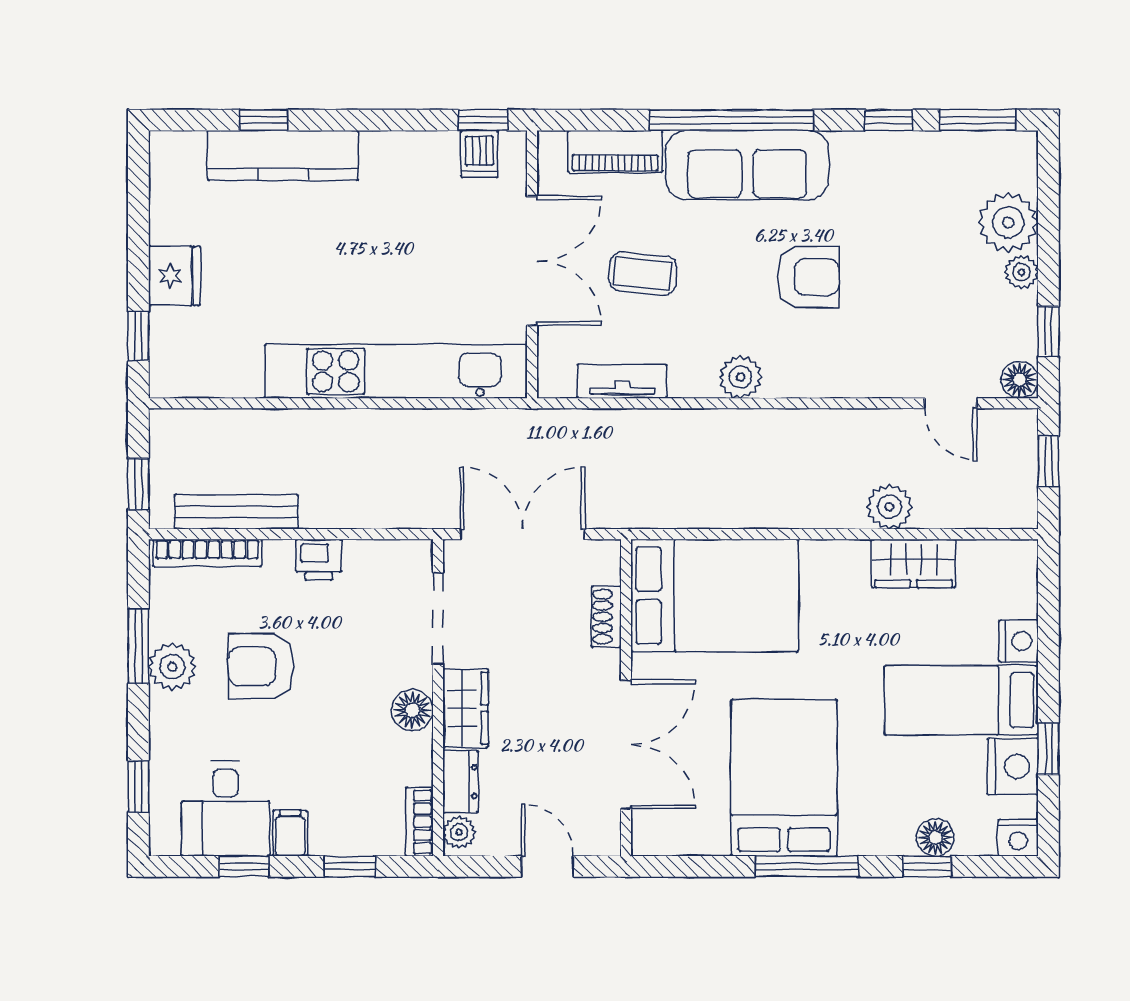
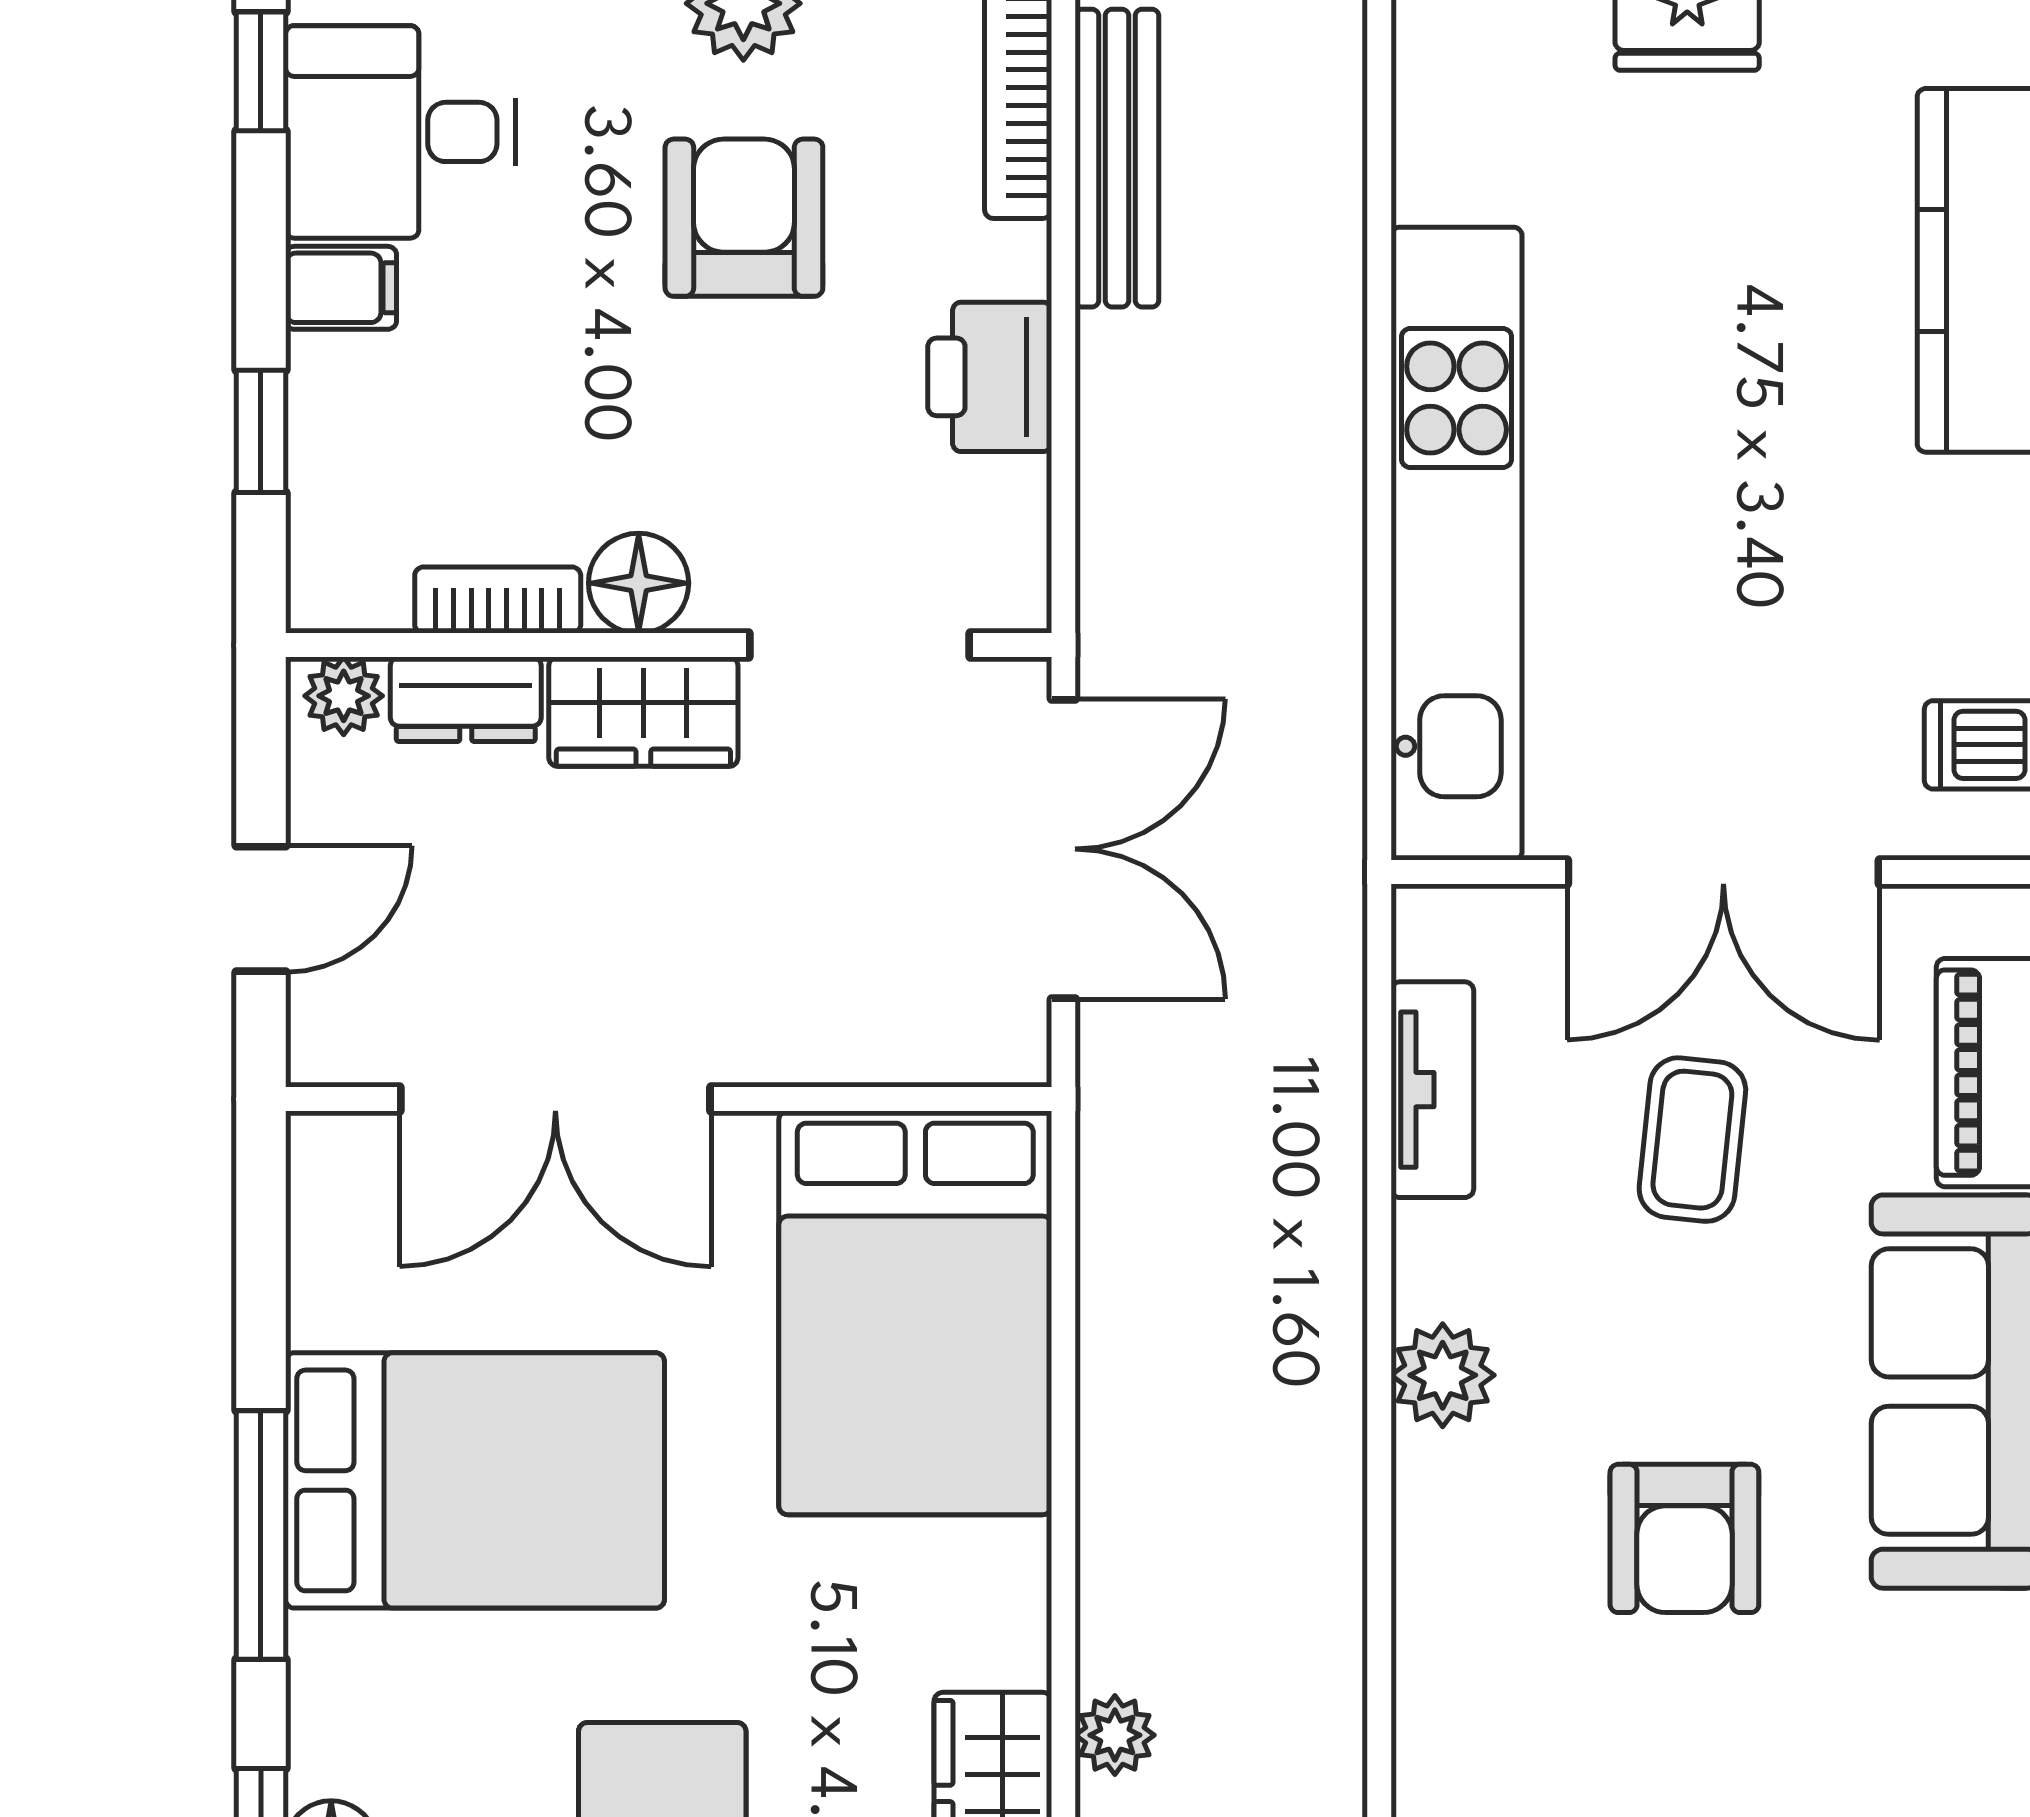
plant: (889, 507) -> (1115, 1735), width x0.73, depth x0.73
printer: (319, 560) -> (990, 377), width x1.36, depth x1.24
shoe rack: (606, 617) -> (864, 1051), removed
bookcase: (419, 822) -> (498, 600), moved
window: (244, 866) -> (261, 71), moved

